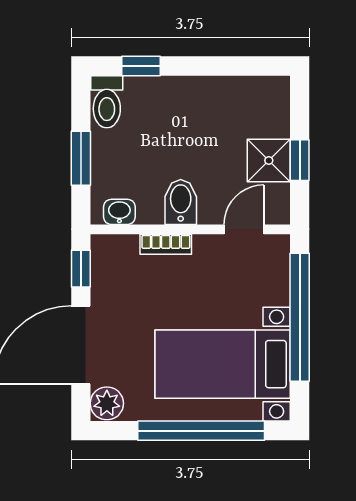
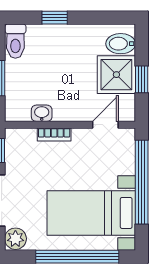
window: (141, 66) -> (55, 18), moved
shower: (269, 160) -> (116, 75), width x1.36, depth x1.36
bidet: (181, 202) -> (121, 44), moved, turned -90
washbasin: (119, 212) -> (42, 113), moved

